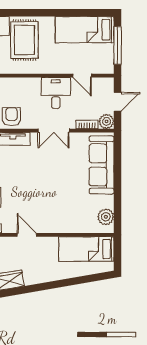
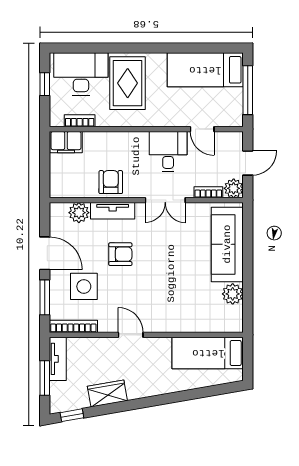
armchair: (19, 172) -> (120, 254), added
plant: (106, 217) -> (233, 294), moved

